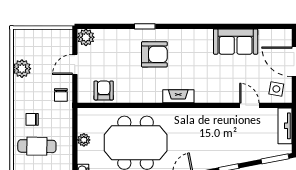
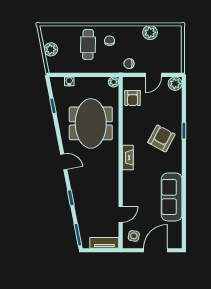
sofa: (236, 42) -> (172, 197), width x1.36
armchair: (154, 54) -> (161, 138), turned -152
door: (75, 64) -> (153, 75), swing flipped
armchair: (104, 90) -> (133, 98), turned 90
plant: (84, 140) -> (114, 82), moved

